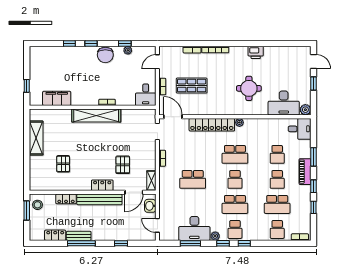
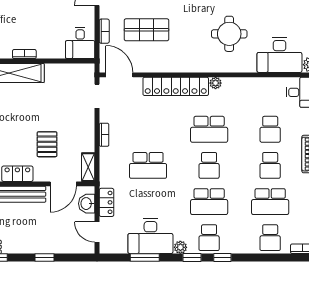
locker: (164, 205) -> (106, 202), added

